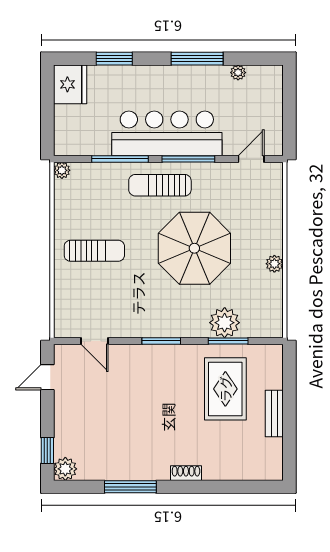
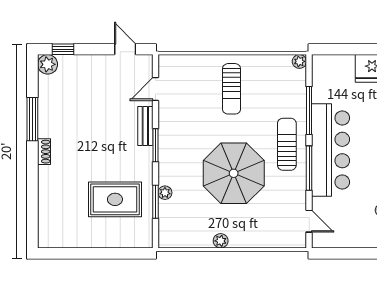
plant: (225, 323) -> (165, 193), width x0.53, depth x0.53
bench: (274, 414) -> (145, 126), moved, turned 90
shoe rack: (186, 473) -> (44, 152), moved

